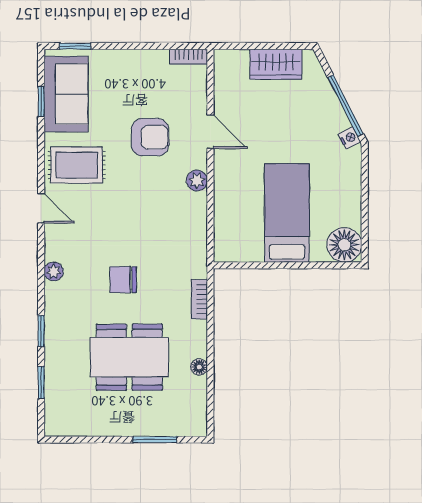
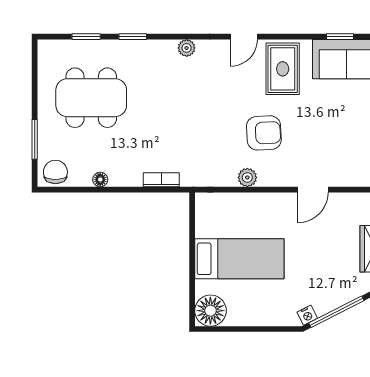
armchair: (150, 137) -> (264, 133), moved, turned -93
plant: (197, 180) -> (247, 177), moved
chair: (123, 280) -> (55, 172), moved
dining table: (129, 357) -> (91, 98), moved, turned 90

